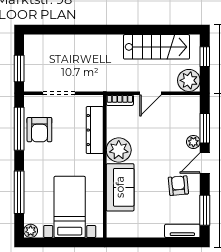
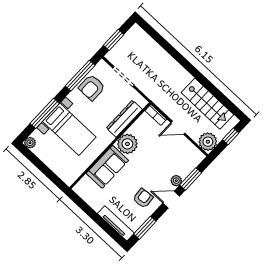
bed with nightstands: (70, 207) -> (69, 129), moved, turned 90
tv unit: (182, 231) -> (116, 223), width x1.41

